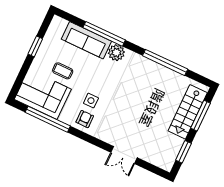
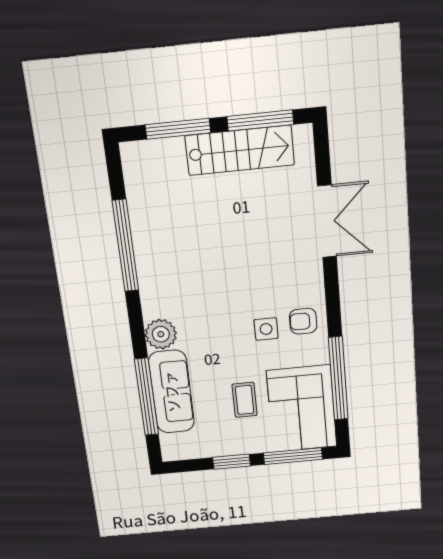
window: (104, 34) -> (147, 397), moved
window: (21, 76) -> (293, 456), added
stairs: (188, 112) -> (240, 150), moved
window: (184, 152) -> (260, 120), width x1.44
double door: (124, 155) -> (327, 221), width x1.37

